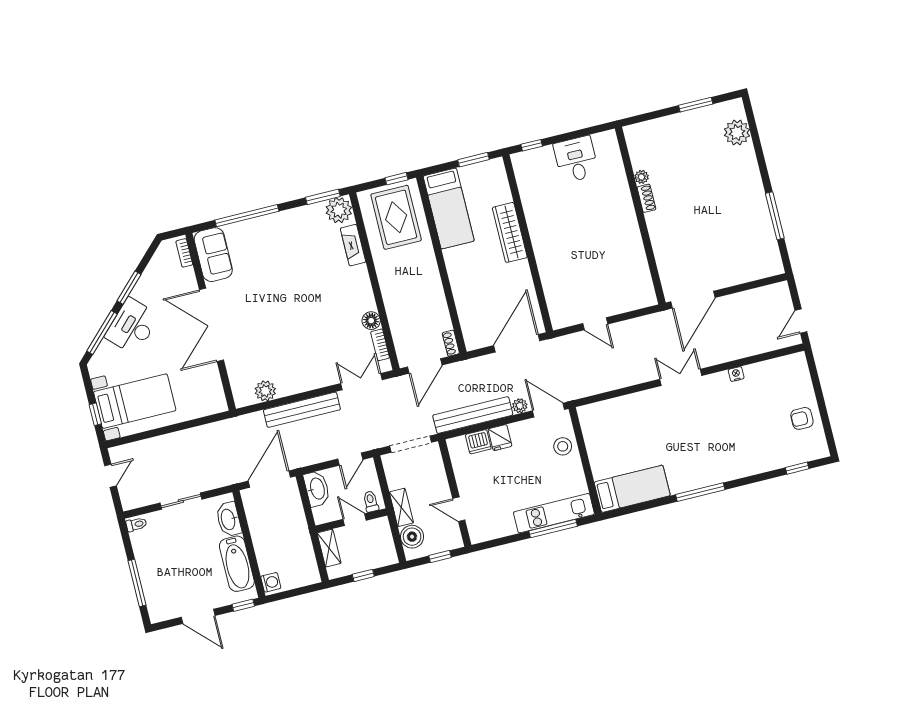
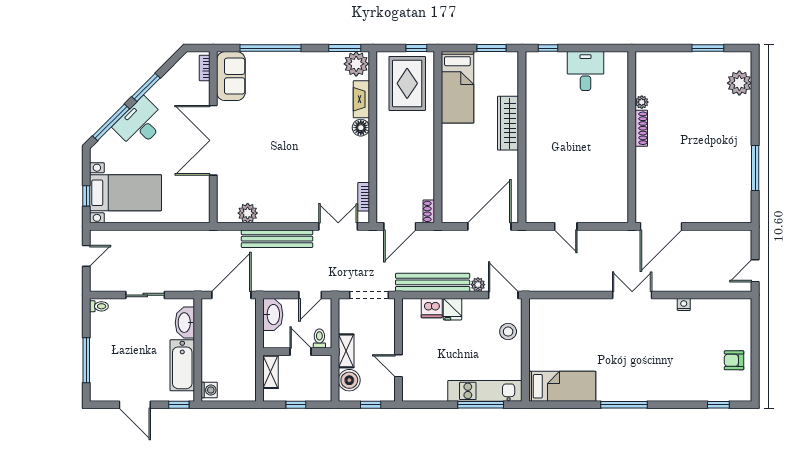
shoe rack: (646, 198) -> (641, 128), width x1.43
floor lamp: (371, 321) -> (361, 128), moved

